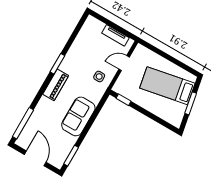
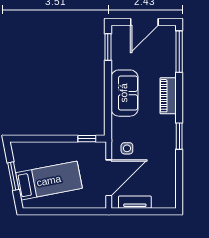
door: (124, 63) -> (109, 178), width x1.88
piano: (56, 85) -> (168, 96), moved
door: (35, 158) -> (144, 22), hinge flipped

